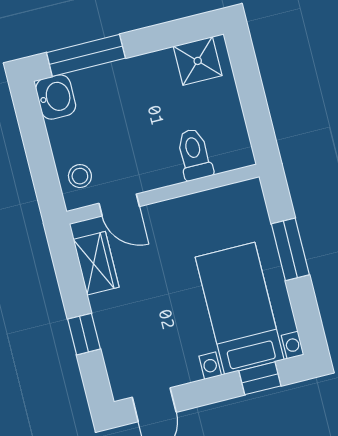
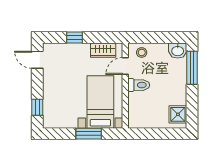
toilet: (194, 154) -> (139, 85), moved
bed with nightstands: (240, 308) -> (100, 102), moved, turned -90

